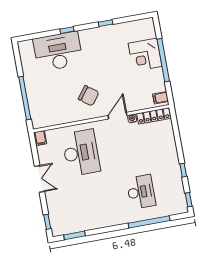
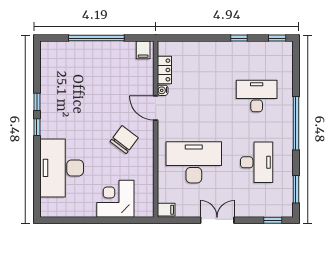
window: (67, 30) -> (37, 127), moved
corner desk: (145, 55) -> (115, 199), moved, turned 180
window: (25, 98) -> (112, 220), removed
locker: (154, 116) -> (164, 70), width x0.66
desk: (90, 201) -> (257, 162), added
window: (149, 222) -> (296, 123), moved

